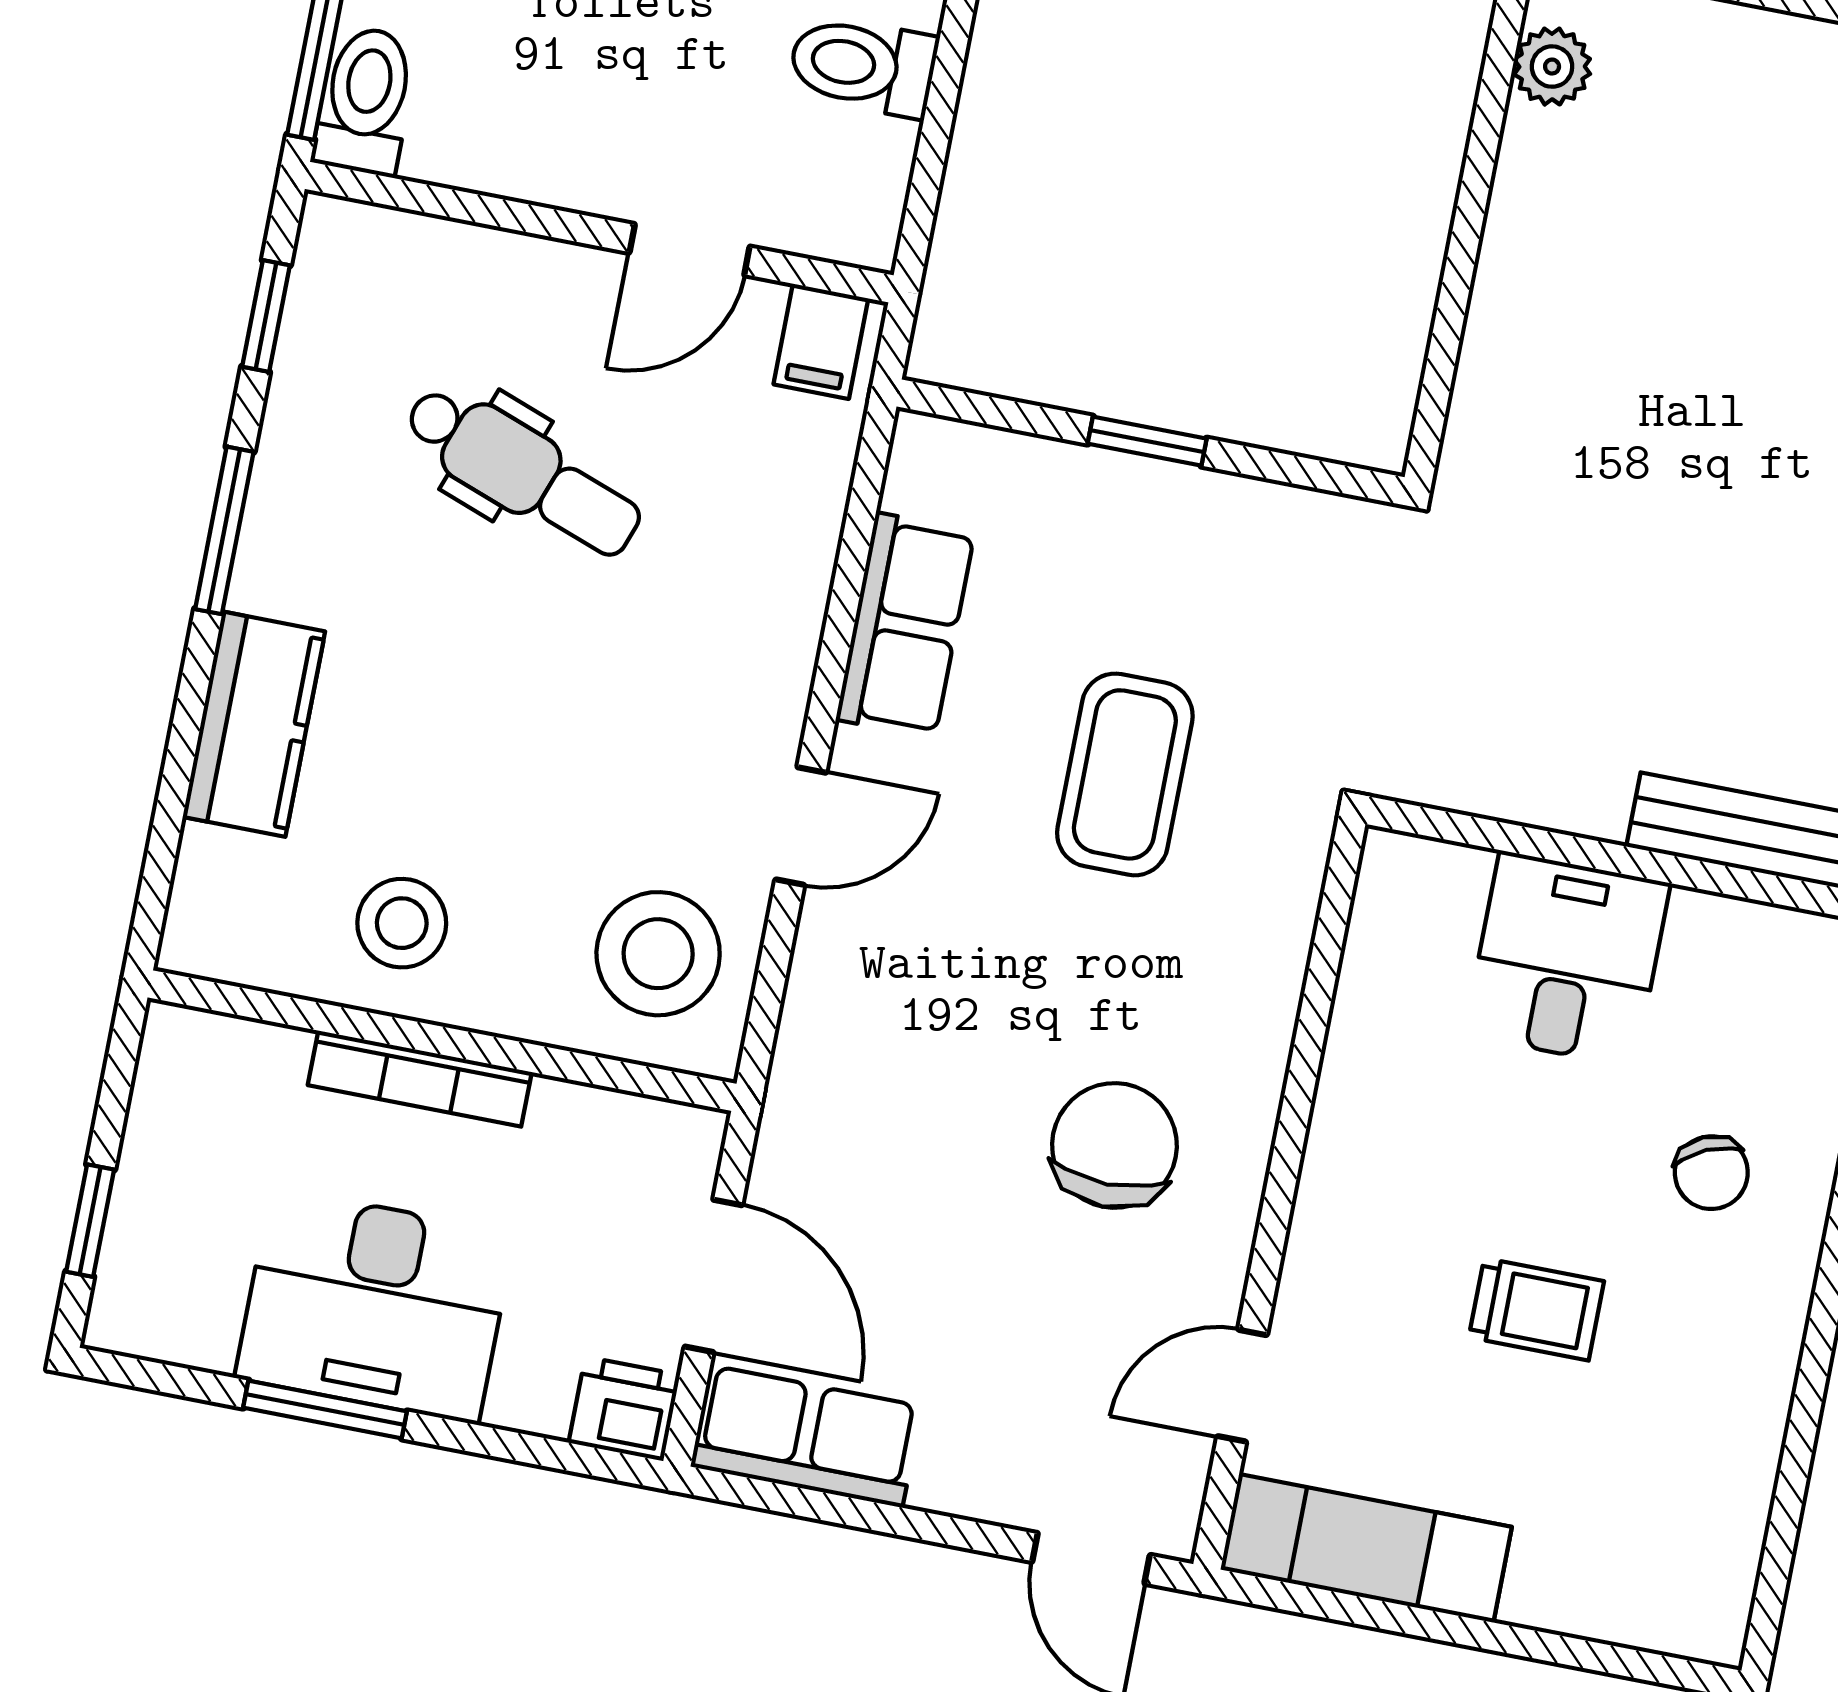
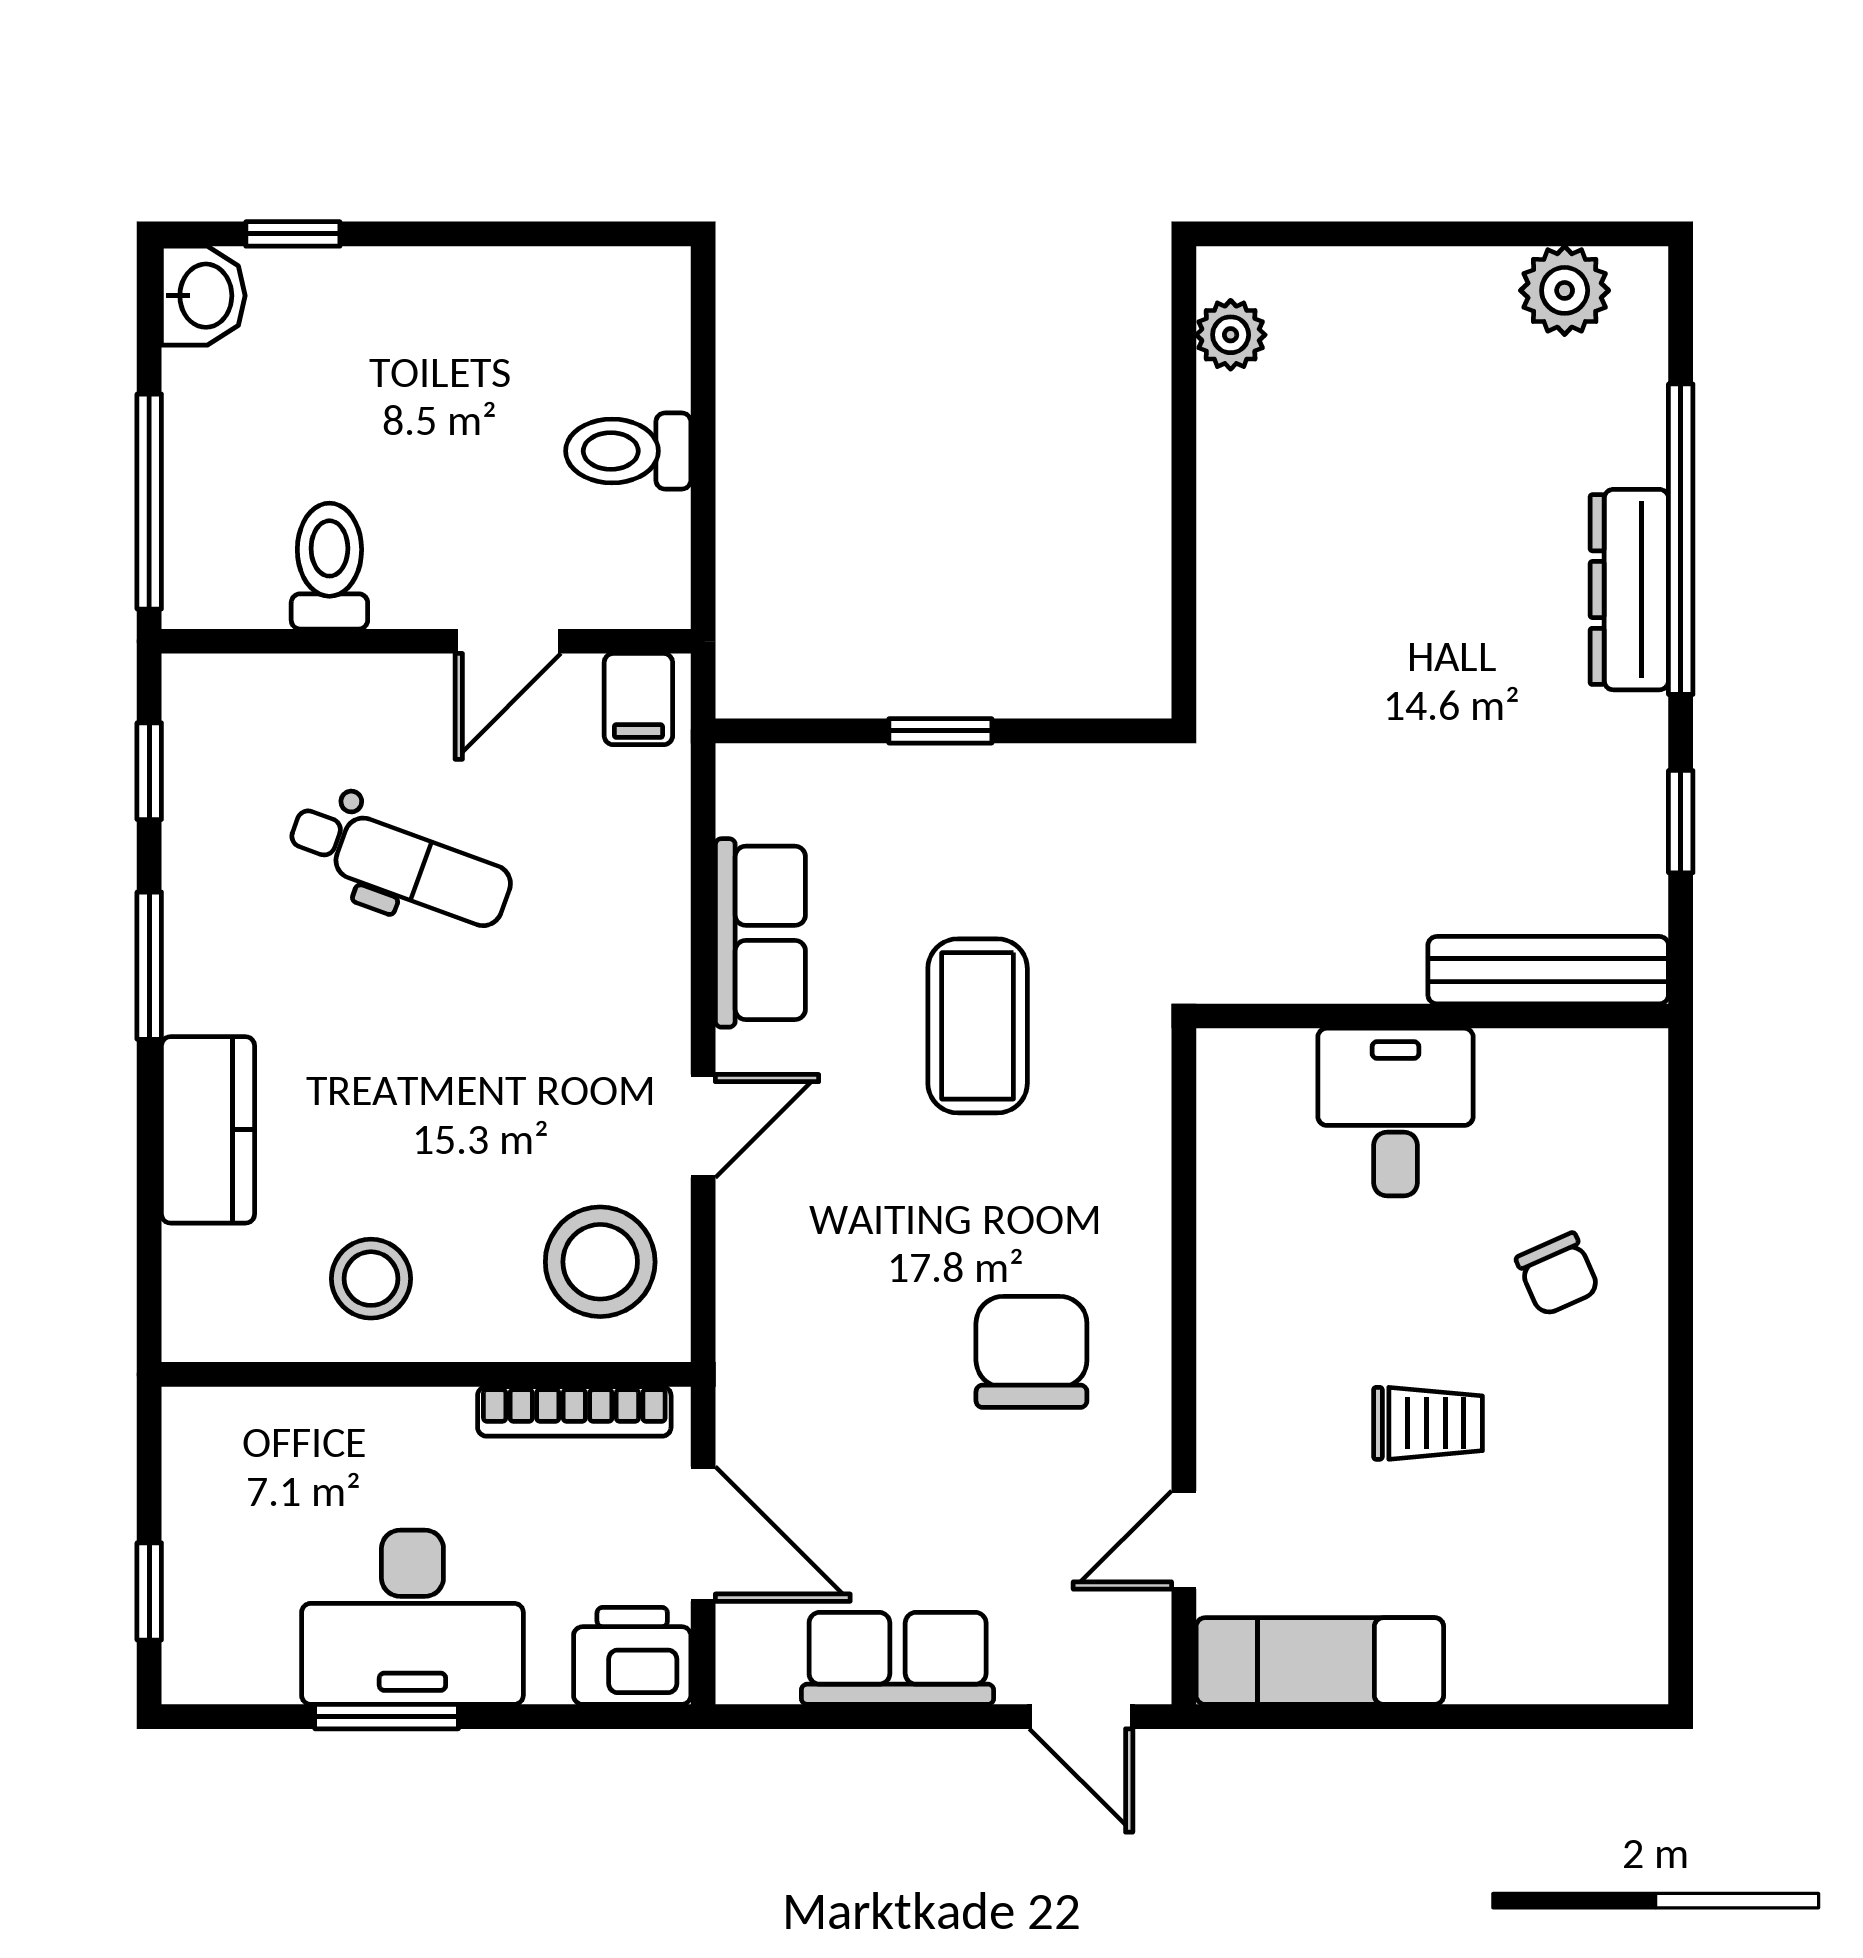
toilet: (366, 101) -> (329, 566), moved
bookcase: (420, 1079) -> (574, 1411), moved
printer: (624, 1409) -> (632, 1656), width x1.36, depth x1.24
row of seats: (806, 1436) -> (898, 1658), moved

